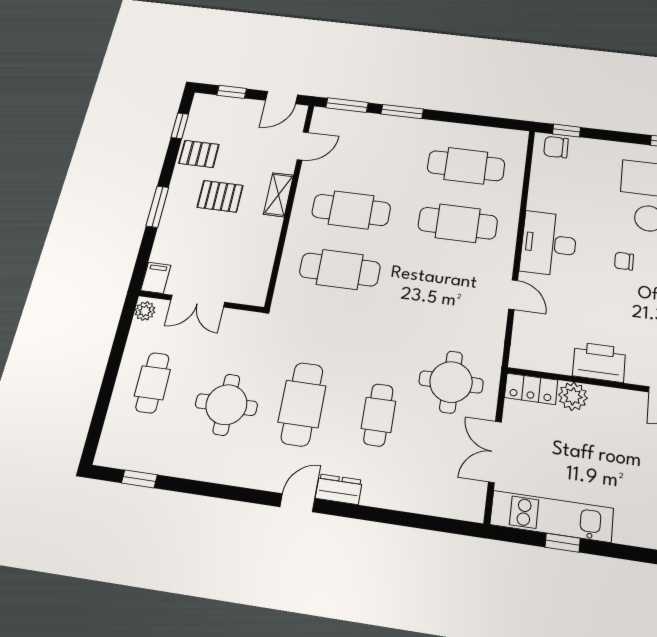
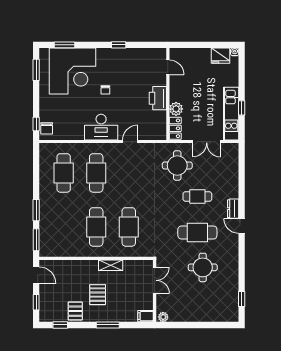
door: (303, 146) -> (63, 258), removed
shelving: (278, 195) -> (111, 265), moved
double door: (198, 301) -> (155, 280), moved
cafe table: (152, 383) -> (197, 304), removed

